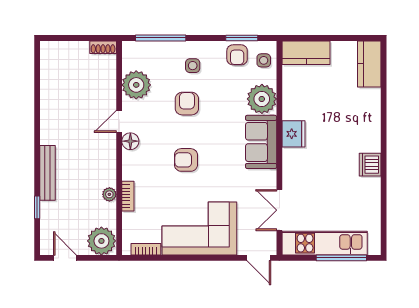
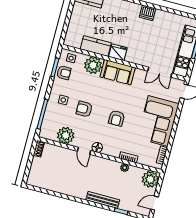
kitchen counter: (306, 53) -> (96, 46), moved, turned -90

